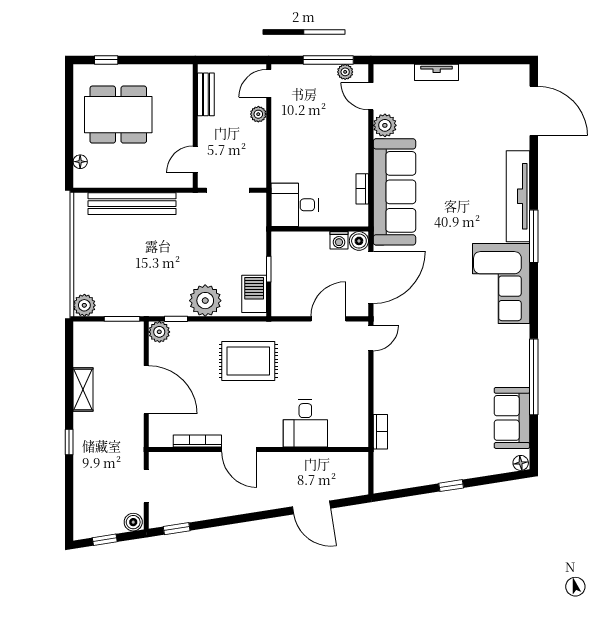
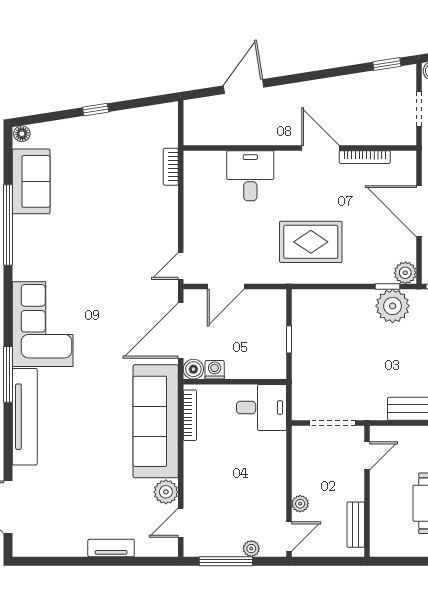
plant: (345, 72) -> (251, 549), moved
door: (371, 96) -> (181, 523), swing flipped
bookcase: (362, 189) -> (190, 415), width x1.56
barbecue: (254, 294) -> (305, 313), removed
plant: (205, 301) -> (393, 306), moved
door: (312, 507) -> (244, 86), hinge flipped

